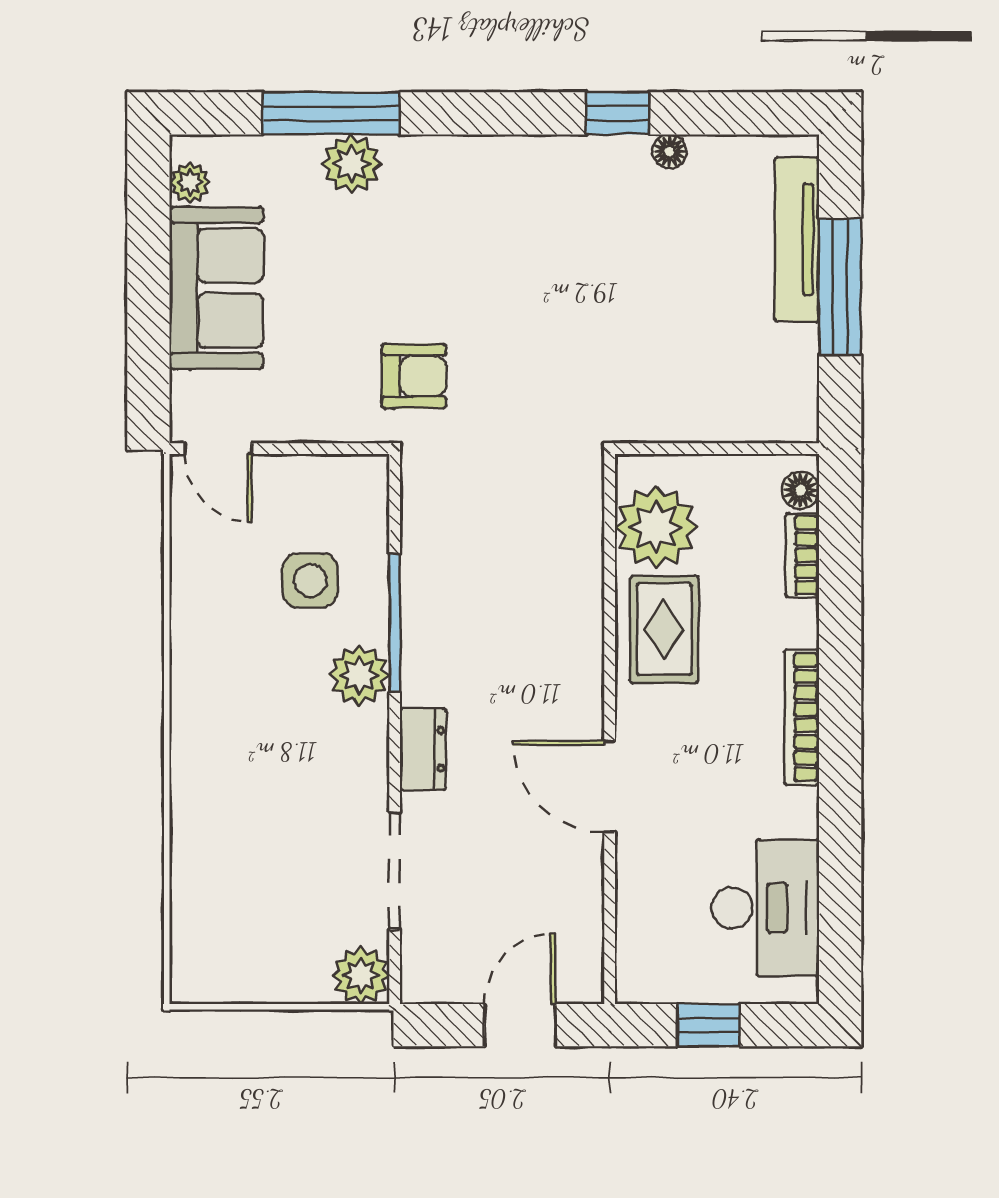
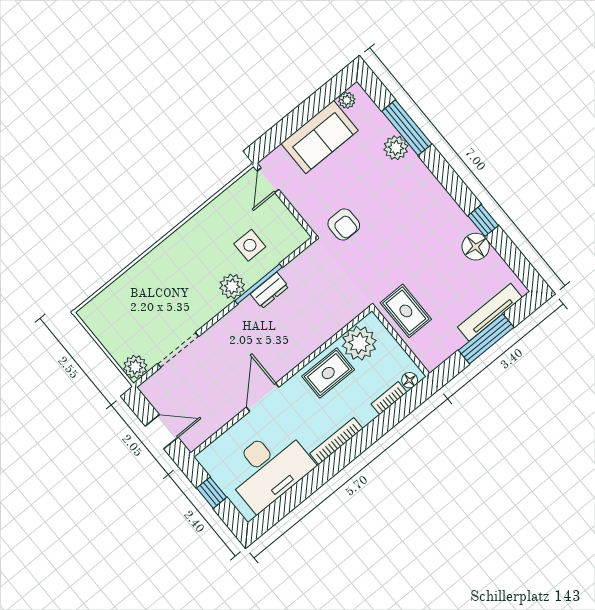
floor lamp: (669, 151) -> (476, 247), width x1.89, depth x1.89
rug: (667, 392) -> (406, 311), added
dresser: (423, 749) -> (269, 290), moved
desk: (765, 908) -> (269, 468), width x1.36, depth x1.30

